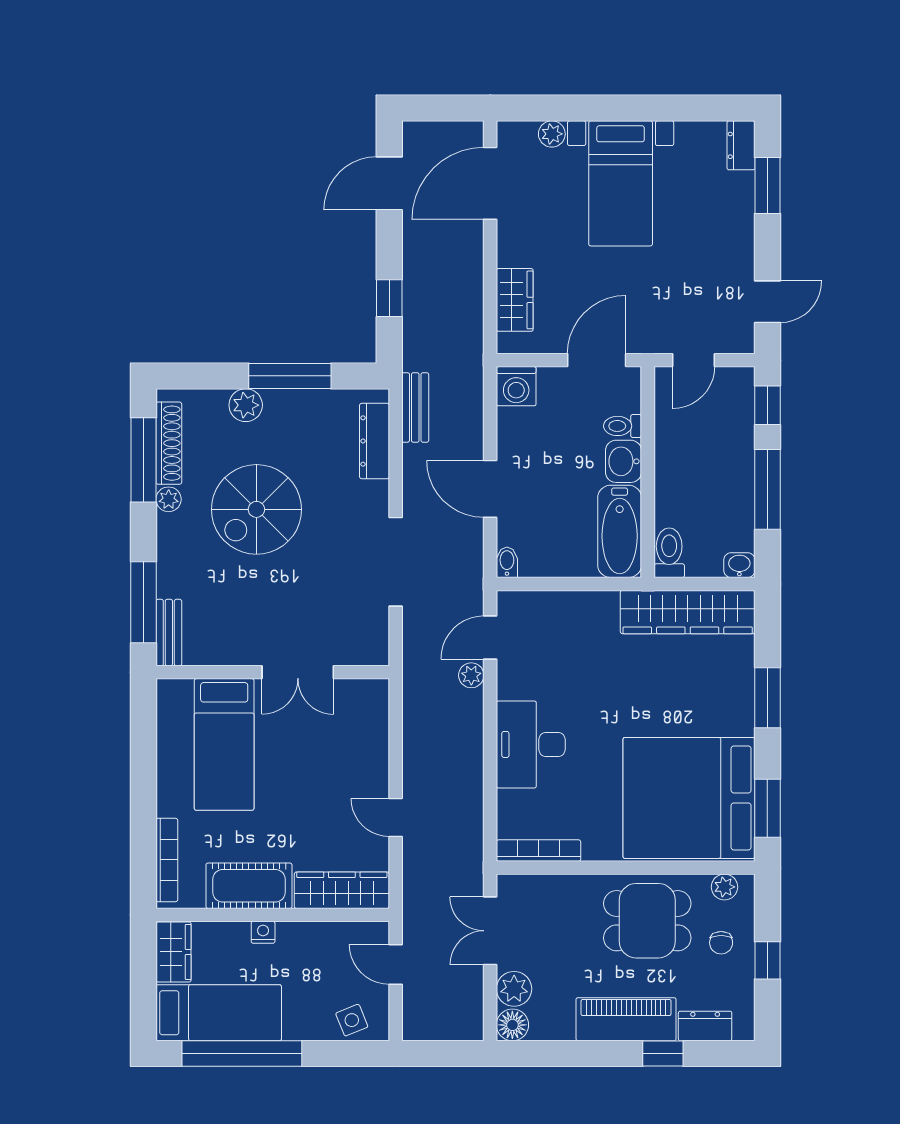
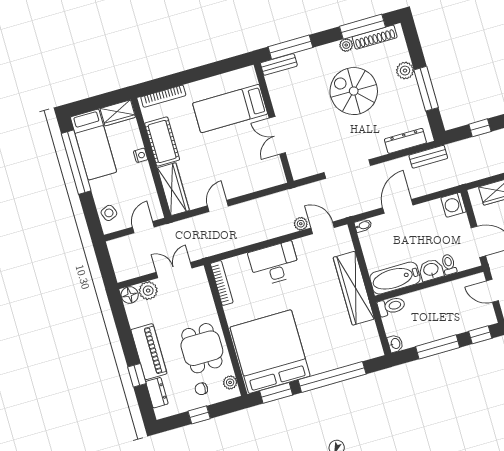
wardrobe: (688, 612) -> (354, 288), moved
window: (767, 698) -> (332, 377), width x2.11

